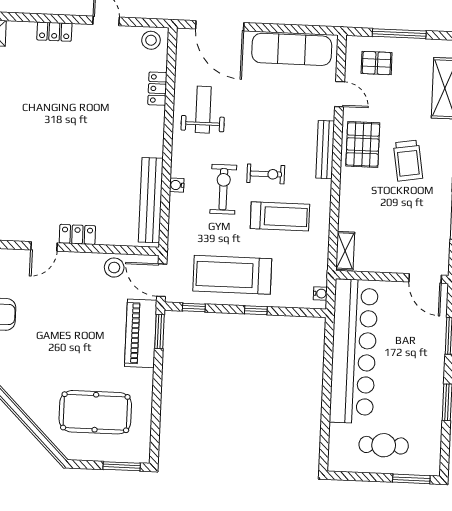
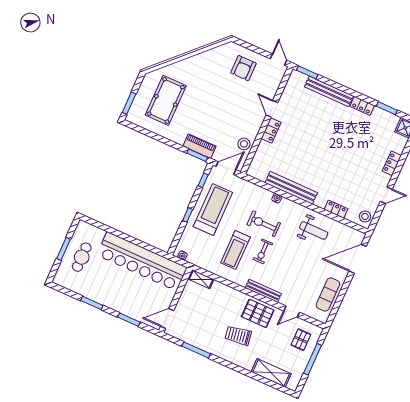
exercise mat: (292, 49) -> (328, 294), width x0.73, depth x0.69
exercise bike: (223, 189) -> (264, 224), turned 180
bench: (151, 200) -> (291, 188), moved
piano: (141, 333) -> (199, 146), width x0.73, depth x0.75
window: (411, 479) -> (64, 249), moved

